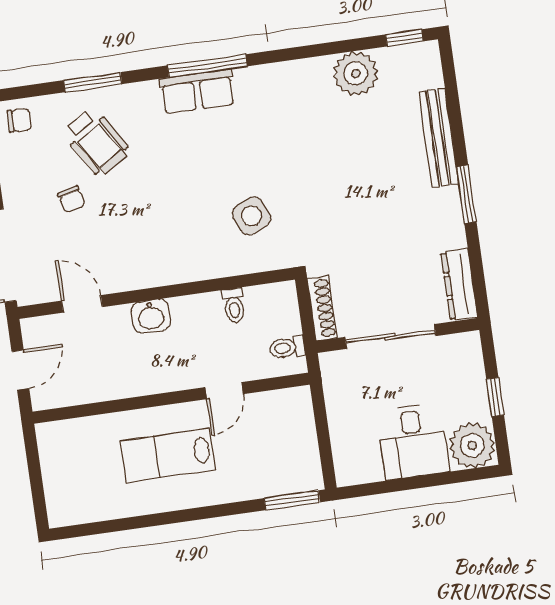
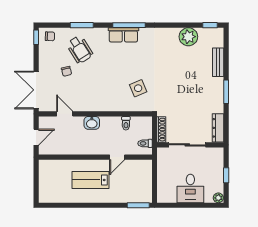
bench: (438, 138) -> (218, 62), width x0.73
plant: (472, 445) -> (218, 198), width x0.53, depth x0.53

